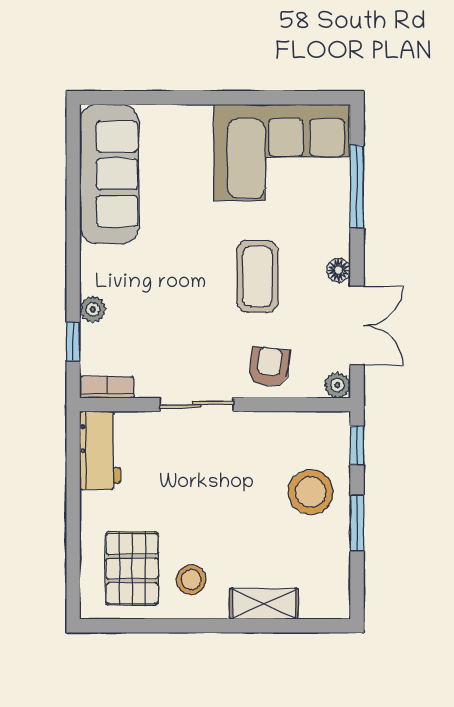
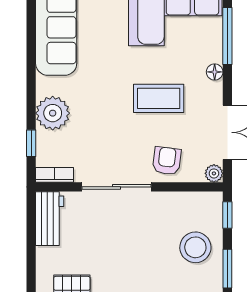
floor lamp: (338, 270) -> (215, 72), moved
coffee table: (257, 276) -> (159, 98), turned 90
plant: (93, 309) -> (53, 113), width x1.88, depth x1.88
sliding door: (197, 405) -> (117, 187), width x1.37

